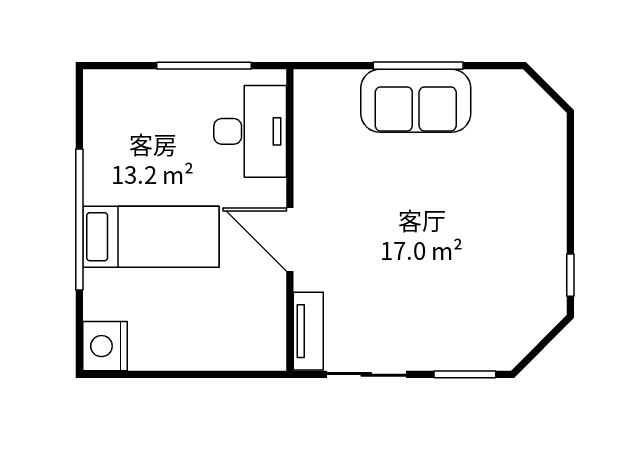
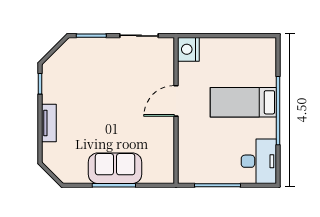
desk: (250, 131) -> (259, 161), moved, turned 180
door: (290, 240) -> (176, 101), swing flipped
tv unit: (308, 331) -> (49, 123), moved, turned 180
nightstand: (105, 346) -> (188, 49), moved, turned 180

